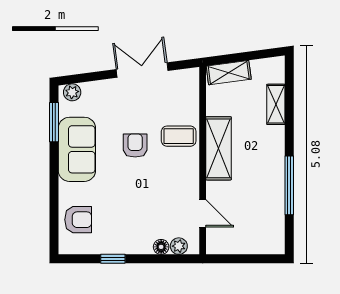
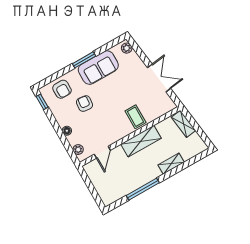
shelving: (276, 104) -> (171, 164), moved
window: (54, 122) -> (84, 60), moved
armchair: (135, 146) -> (85, 104), moved, turned -84
floor lamp: (161, 247) -> (67, 131), moved
window: (113, 259) -> (42, 102), moved

